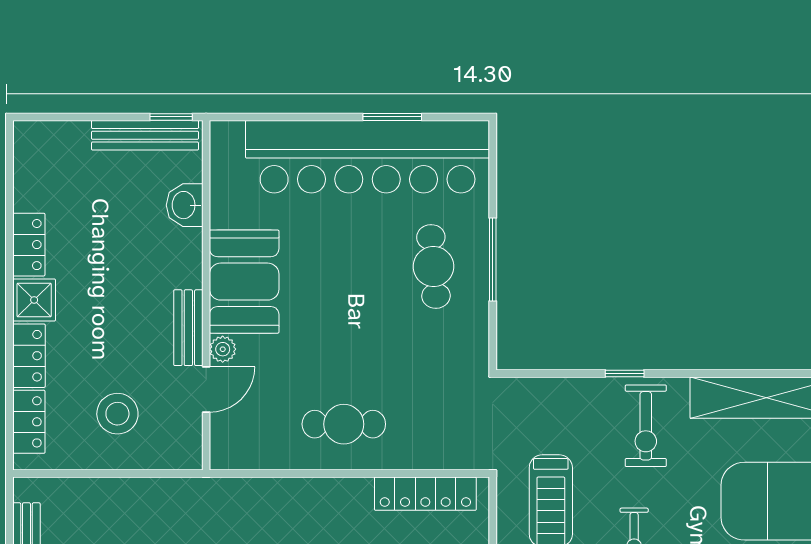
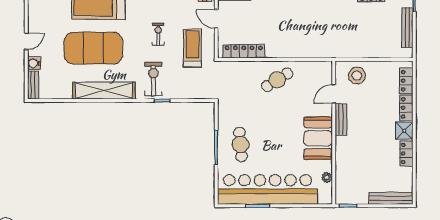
bench: (145, 135) -> (391, 198), moved
washbasin: (185, 205) -> (343, 170), removed
plant: (223, 349) -> (327, 177), moved
stool: (117, 414) -> (357, 76), moved
cafe table: (344, 424) -> (277, 80), turned -32

